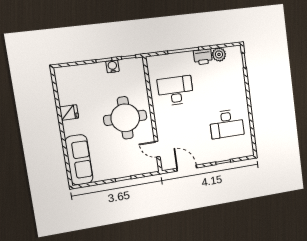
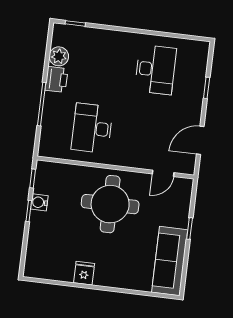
sofa: (79, 160) -> (170, 261), moved, turned -90

